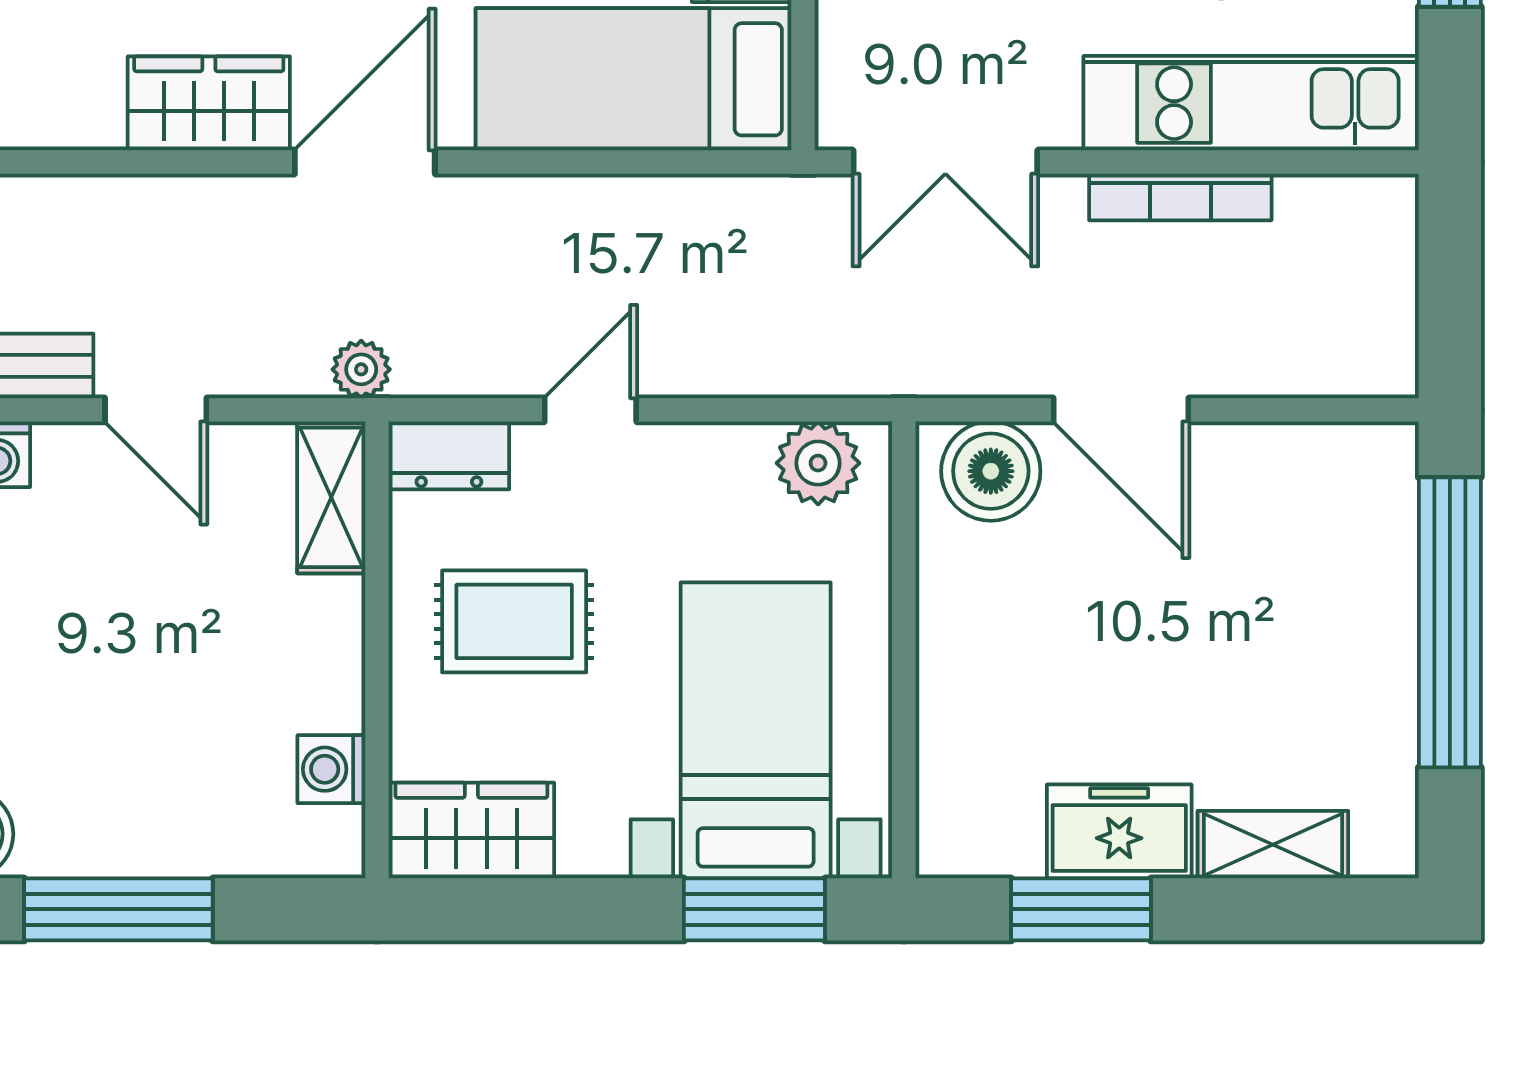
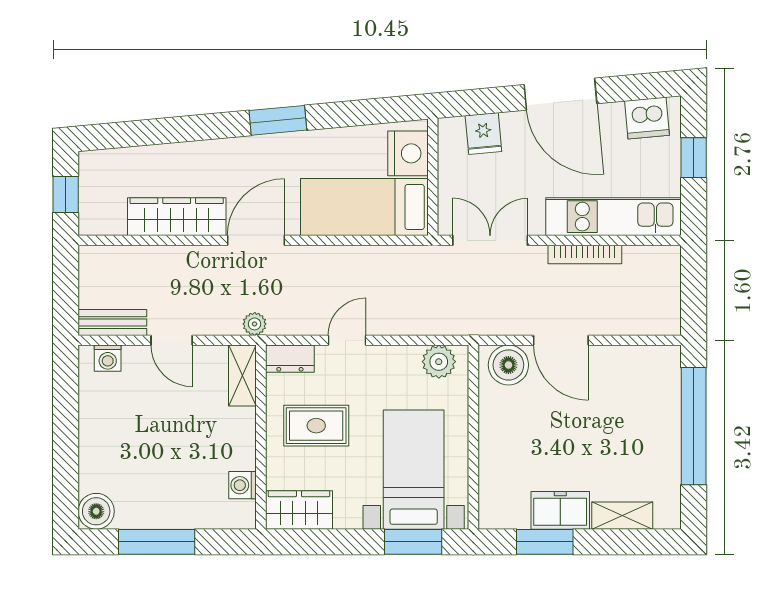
wardrobe: (209, 103) -> (177, 217), width x1.50
double door: (945, 162) -> (490, 240), swing flipped

